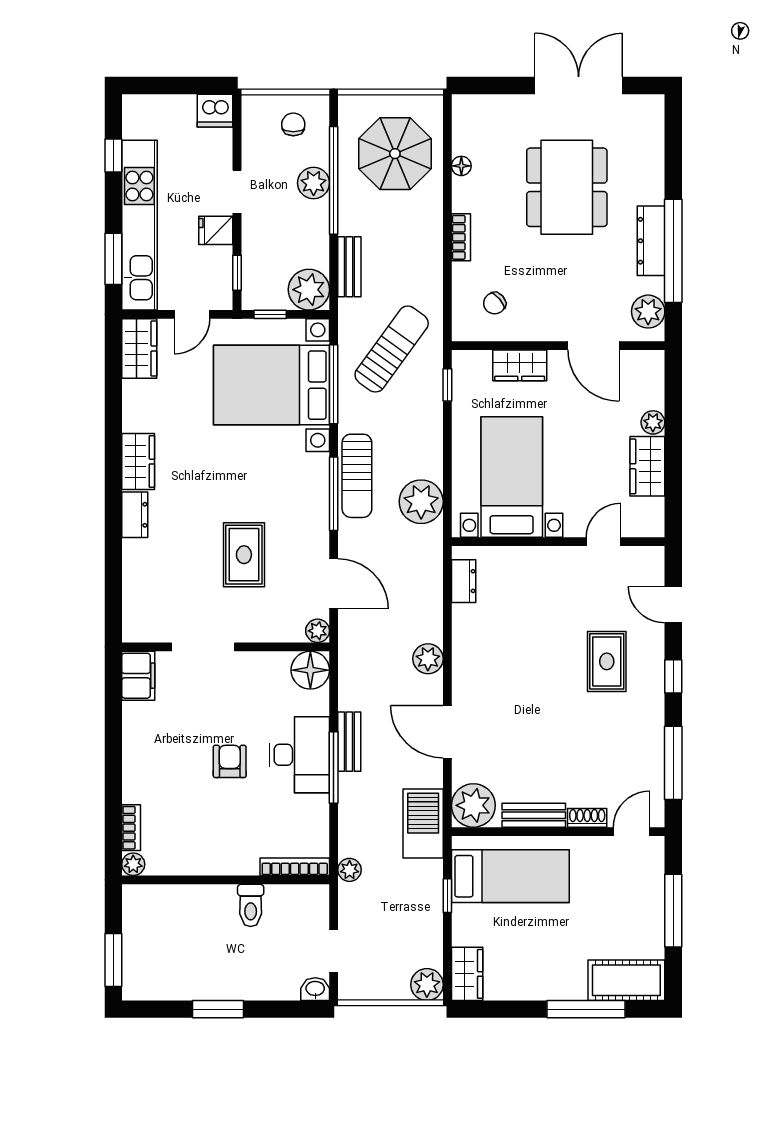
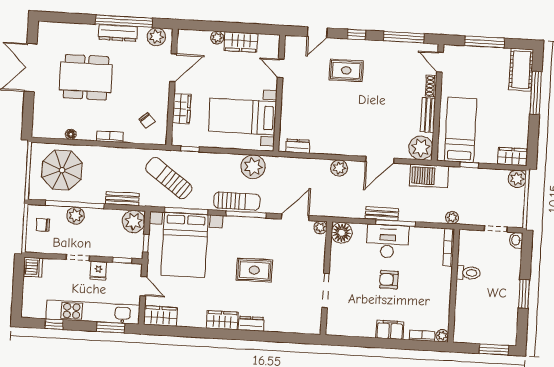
rug: (244, 555) -> (254, 270), moved
filing cabinet: (138, 676) -> (390, 330), moved

